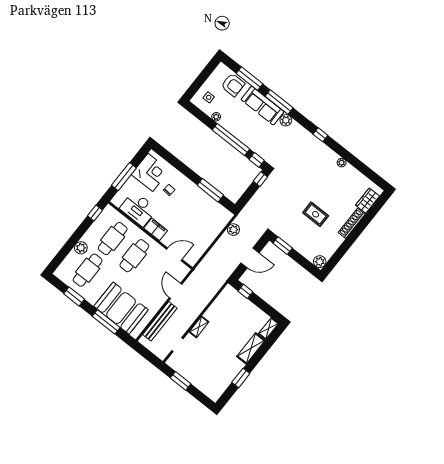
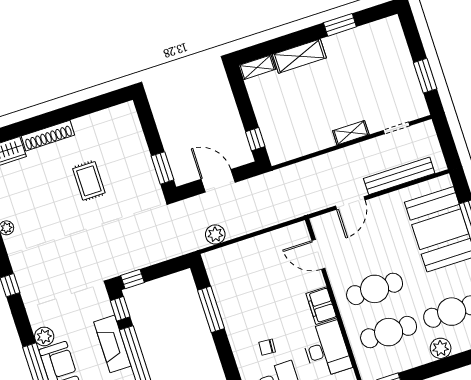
fireplace: (249, 139) -> (112, 344), added
plant: (320, 262) -> (126, 112), removed

